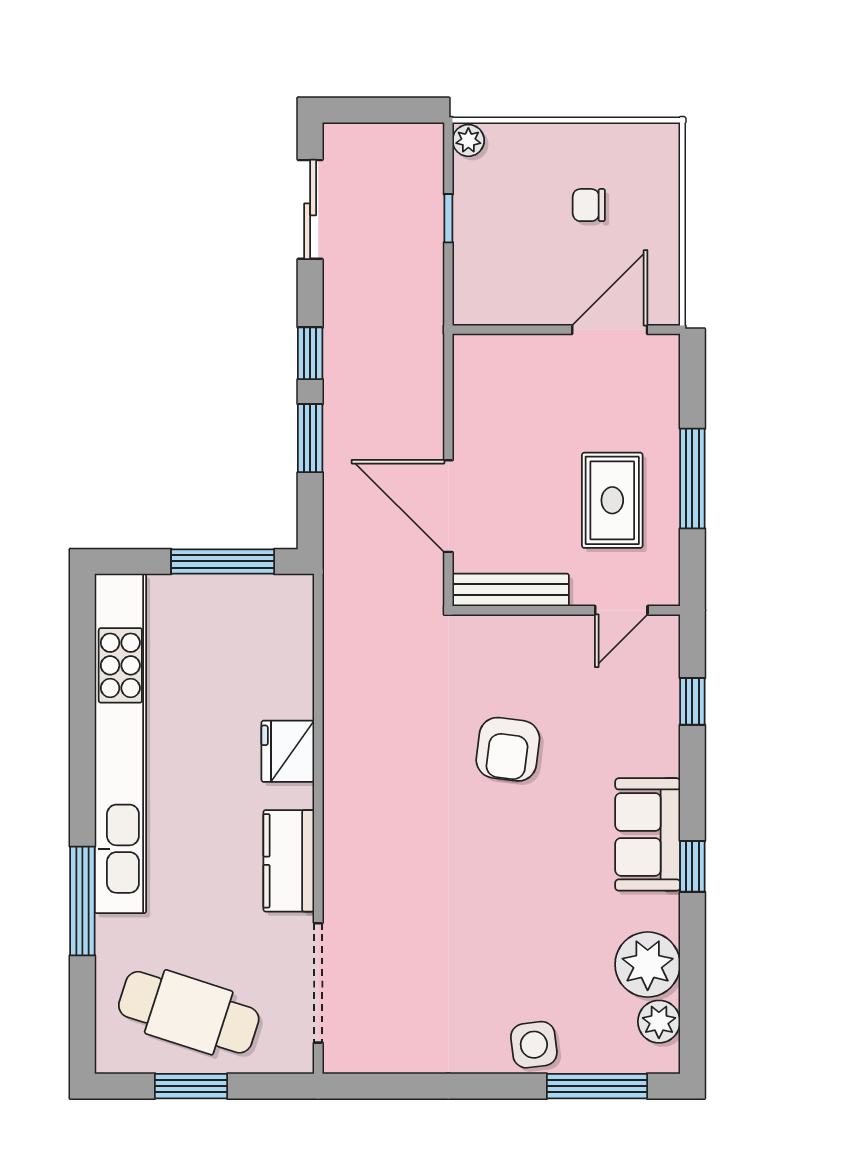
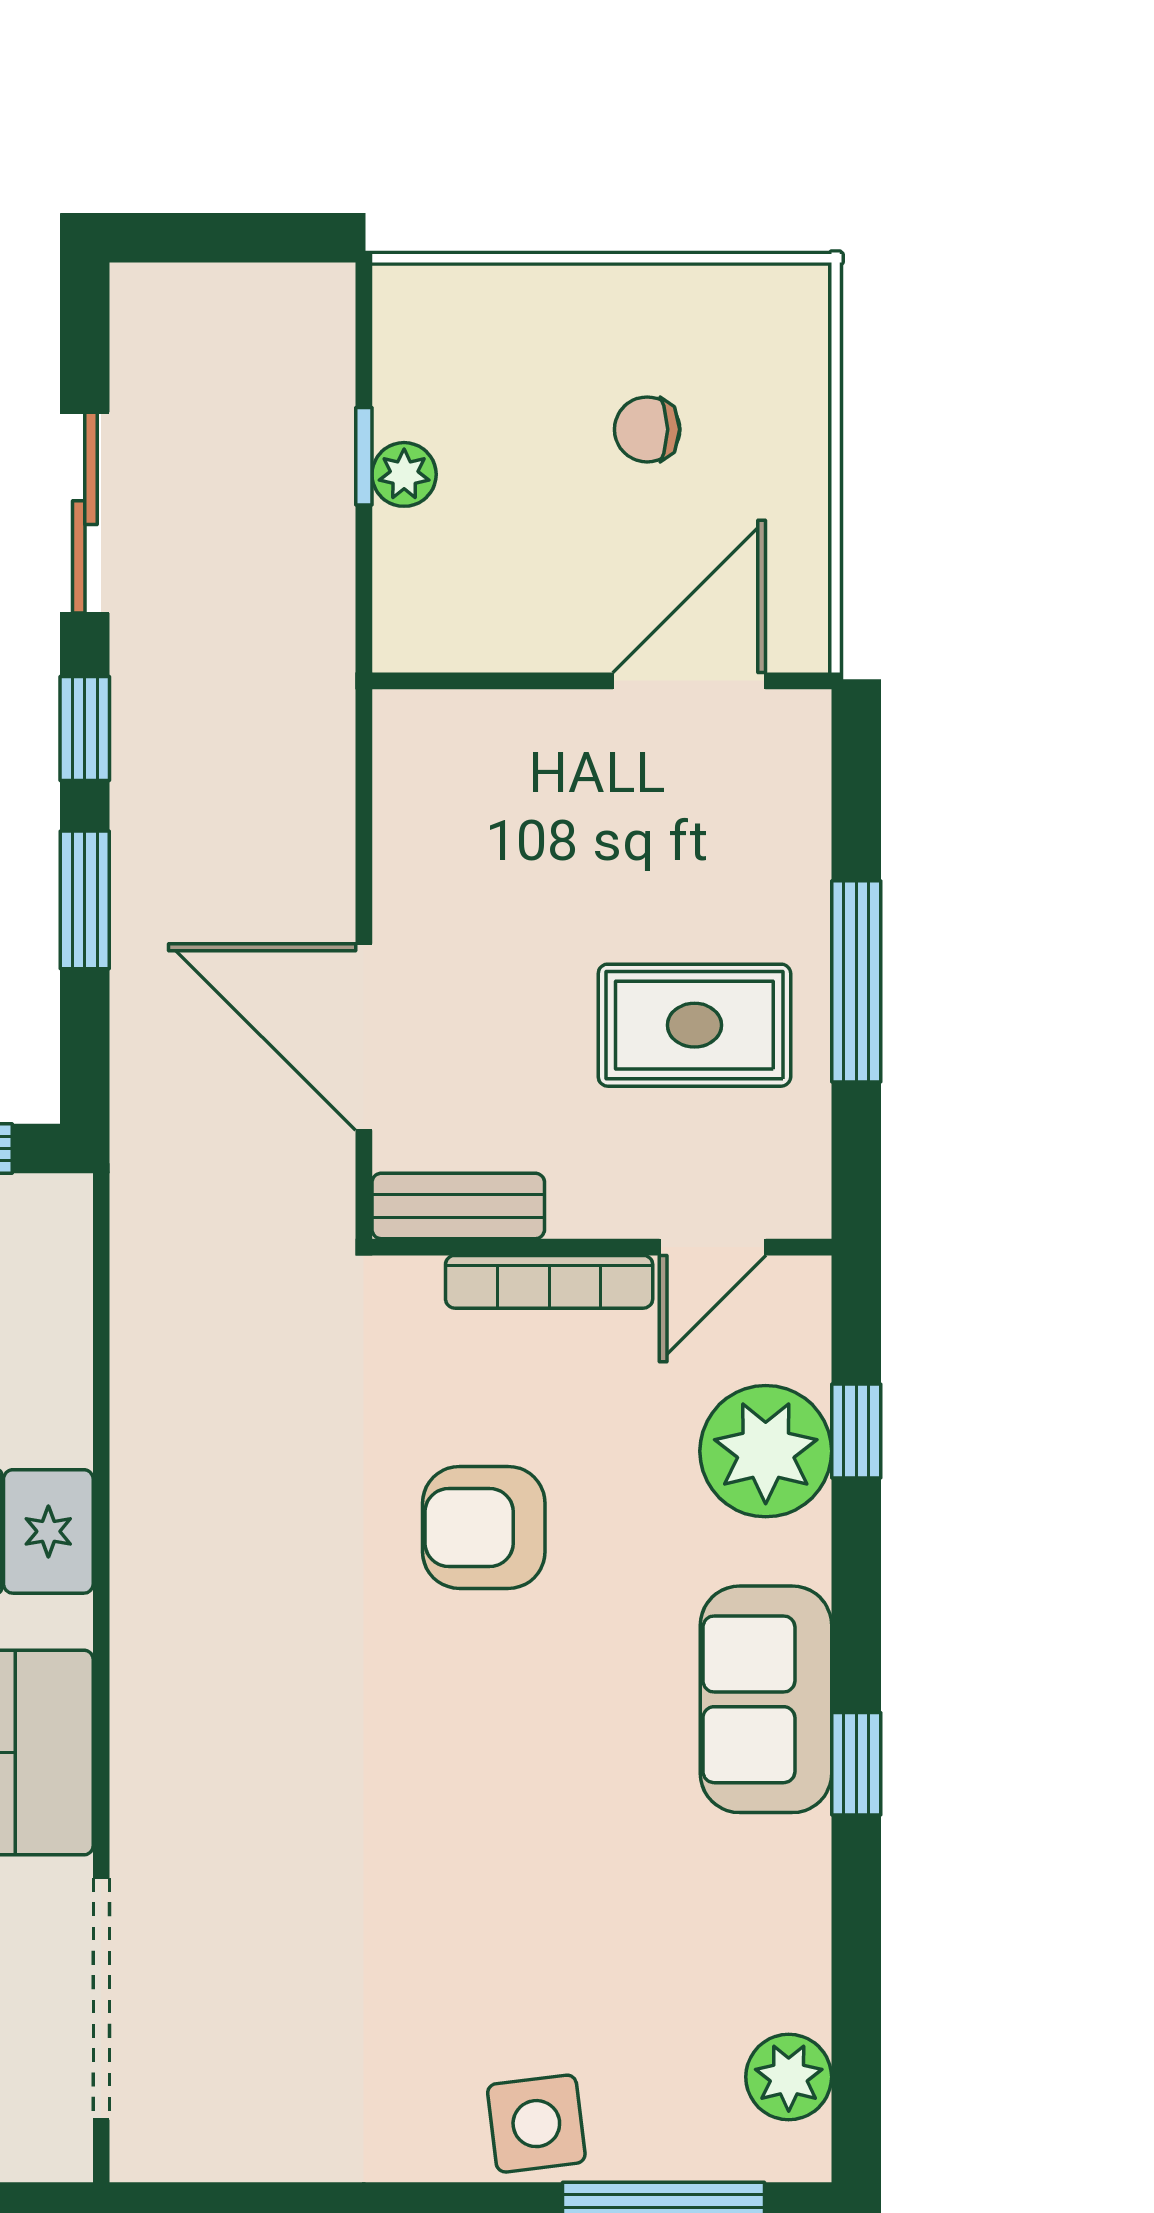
plant: (468, 140) -> (404, 474), moved
sliding door: (310, 209) -> (85, 513), moved
rug: (612, 500) -> (694, 1025), turned 90
bench: (511, 590) -> (458, 1206), width x0.73
bookcase: (540, 627) -> (549, 1282), added
armchair: (508, 749) -> (484, 1527), turned 83
plant: (648, 965) -> (766, 1451), moved

